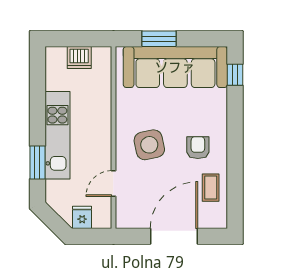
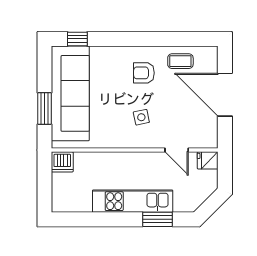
dishwasher: (79, 57) -> (62, 162), moved, turned 90
side table: (149, 145) -> (141, 117), width x0.54, depth x0.54
fridge: (82, 217) -> (208, 160), moved

